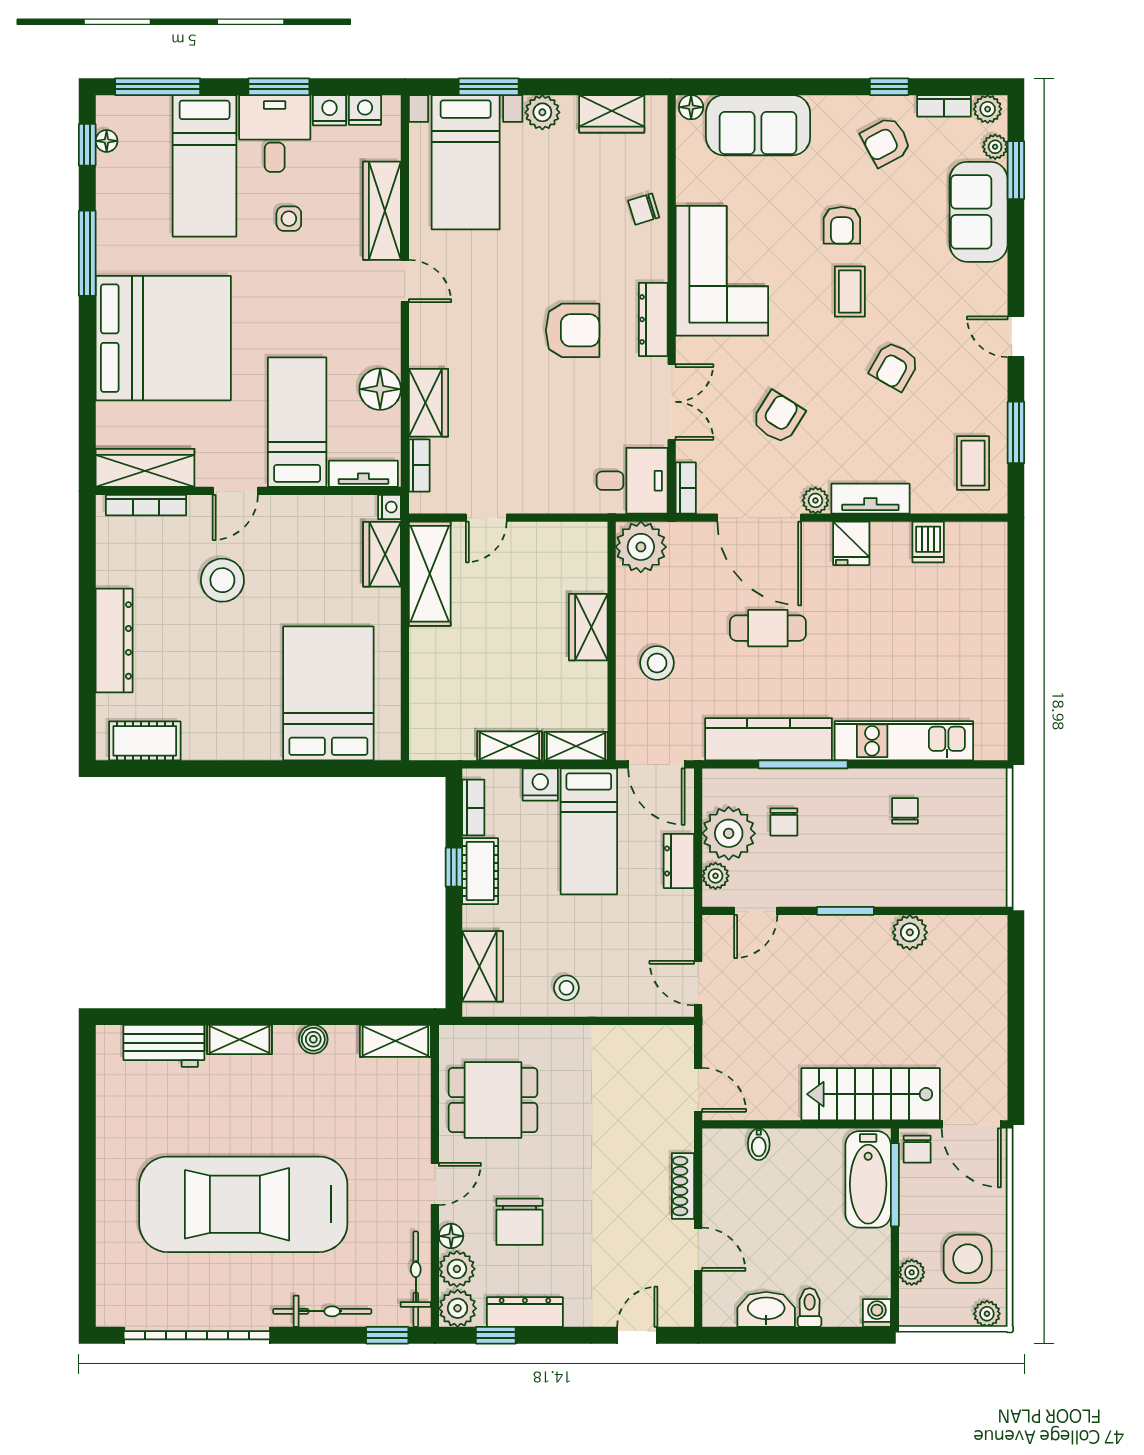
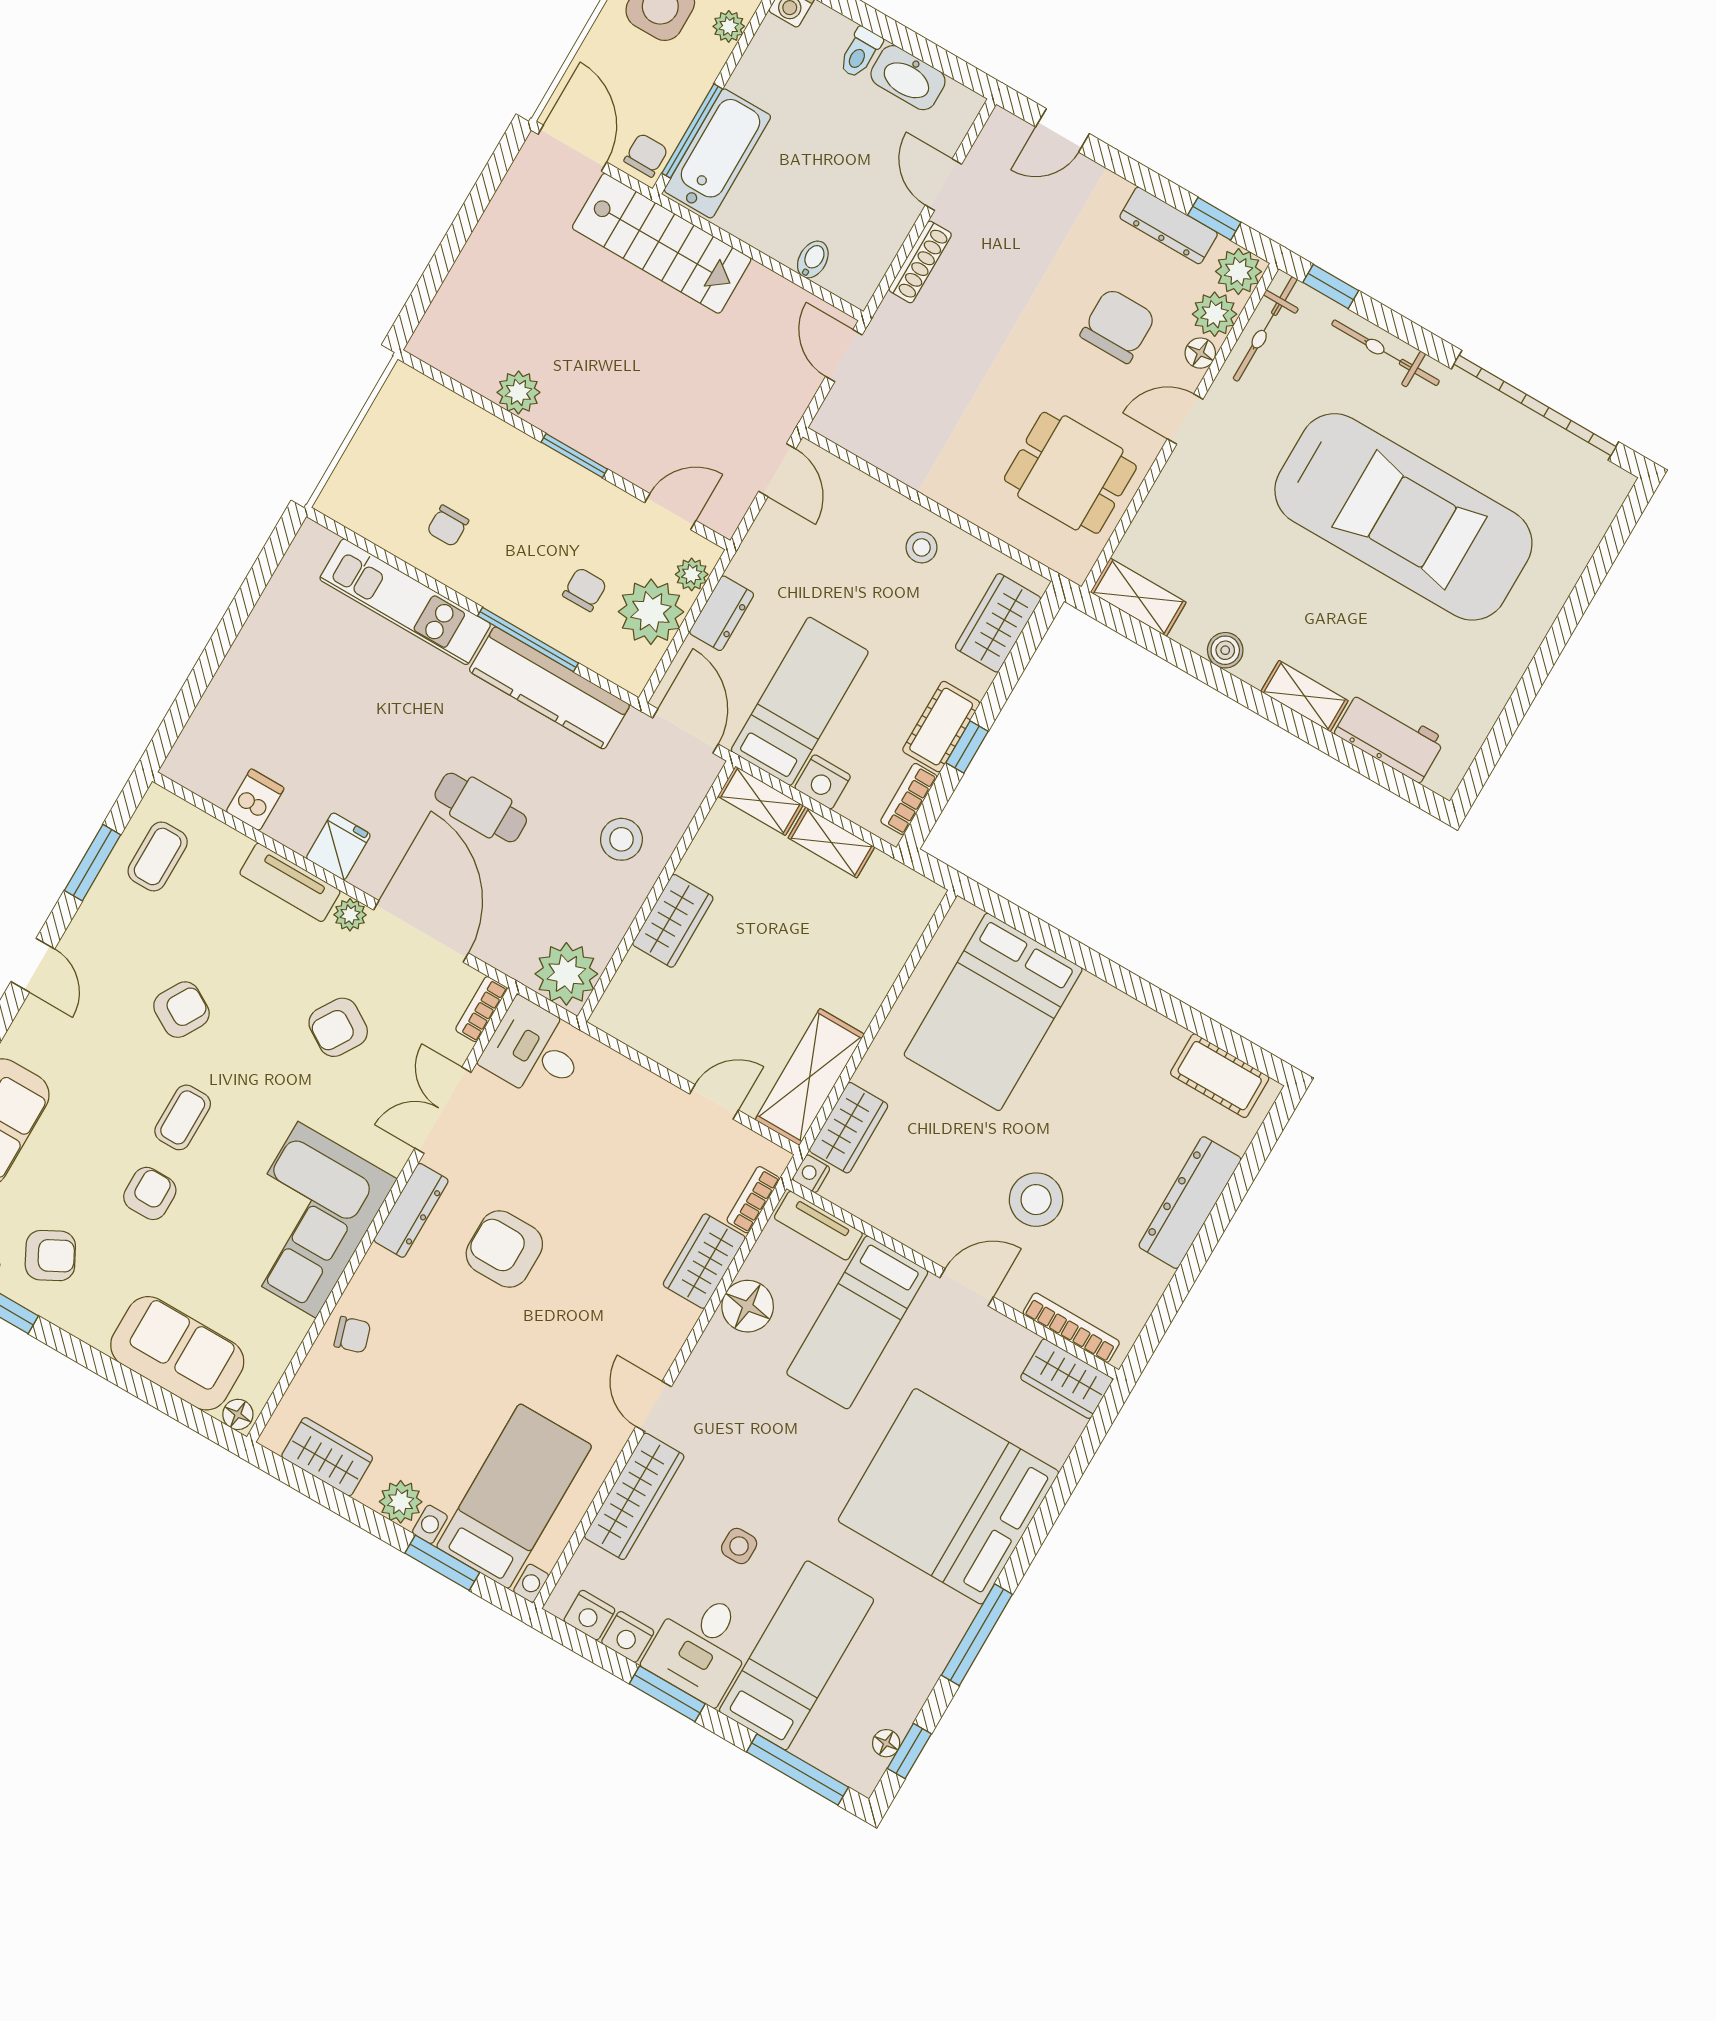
wardrobe: (145, 468) -> (1067, 1379), width x0.67

